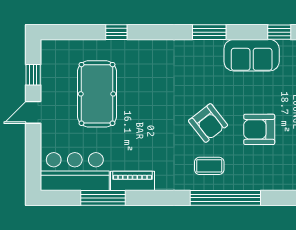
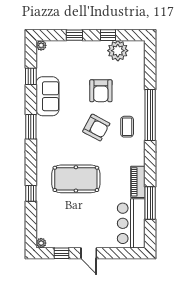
plant: (47, 46) -> (41, 243), added
pool table: (97, 94) -> (76, 179), moved
armchair: (208, 123) -> (96, 128), turned 66

